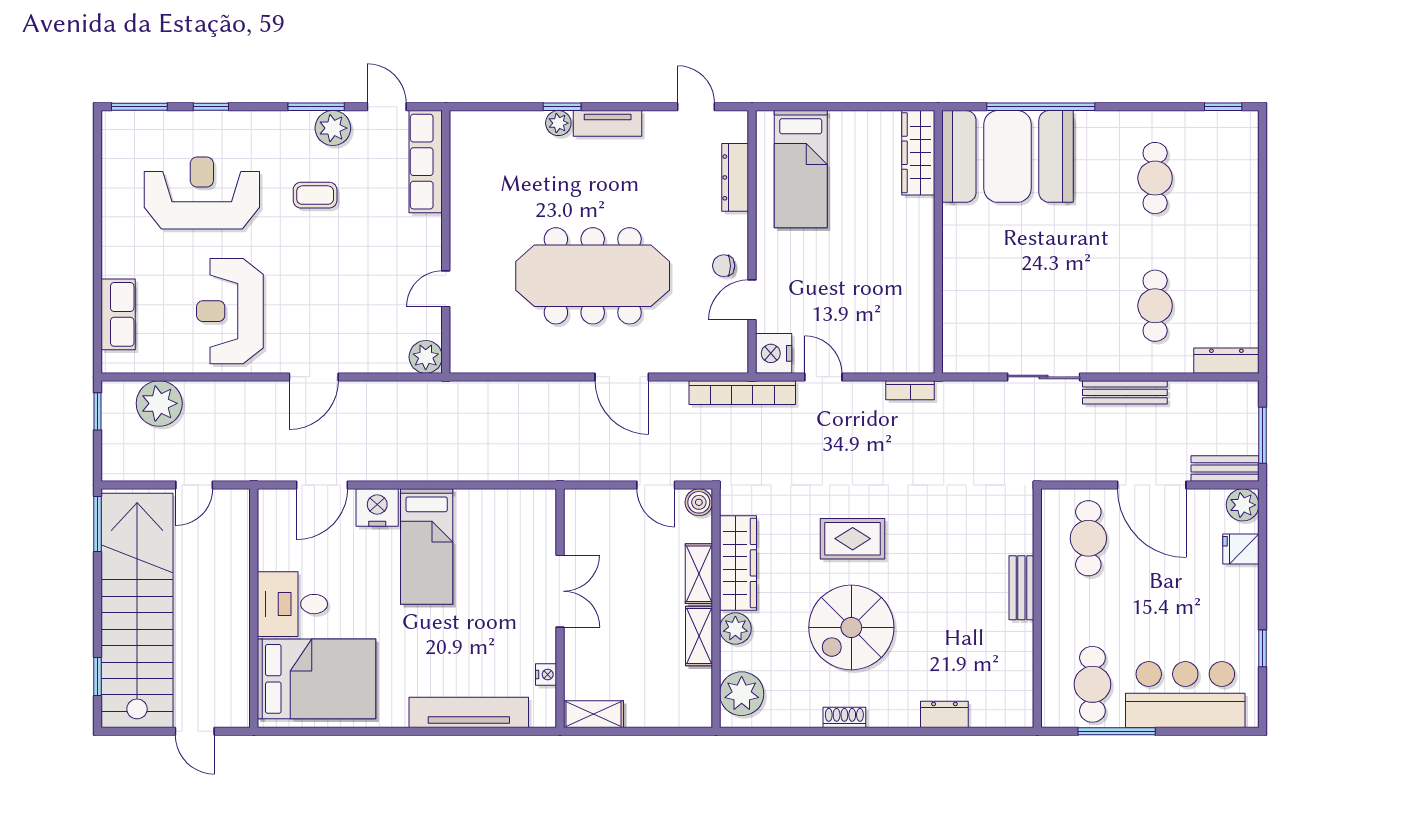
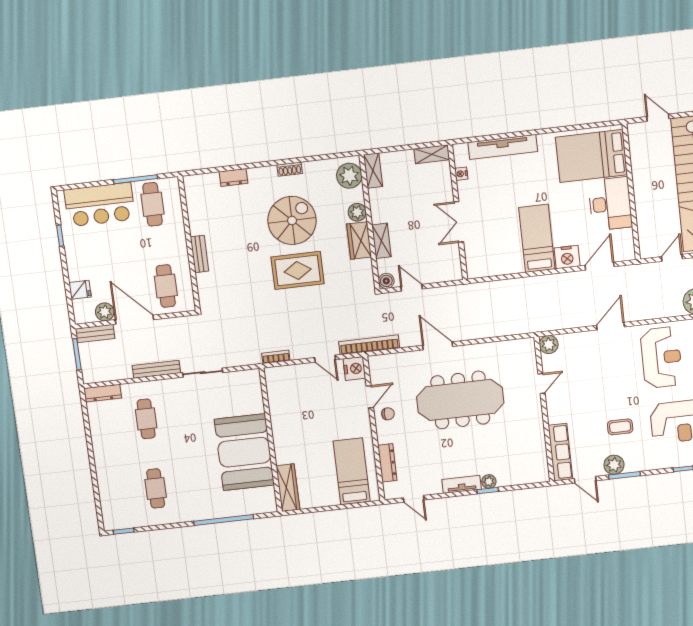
booth: (1007, 156) -> (244, 452), moved, turned 90
plant: (1243, 505) -> (105, 312), moved
rug: (853, 539) -> (298, 270), width x1.36, depth x1.43
wardrobe: (738, 563) -> (359, 241), width x0.67
desk: (292, 604) -> (610, 204), width x1.37
shelving: (699, 636) -> (373, 171), moved

